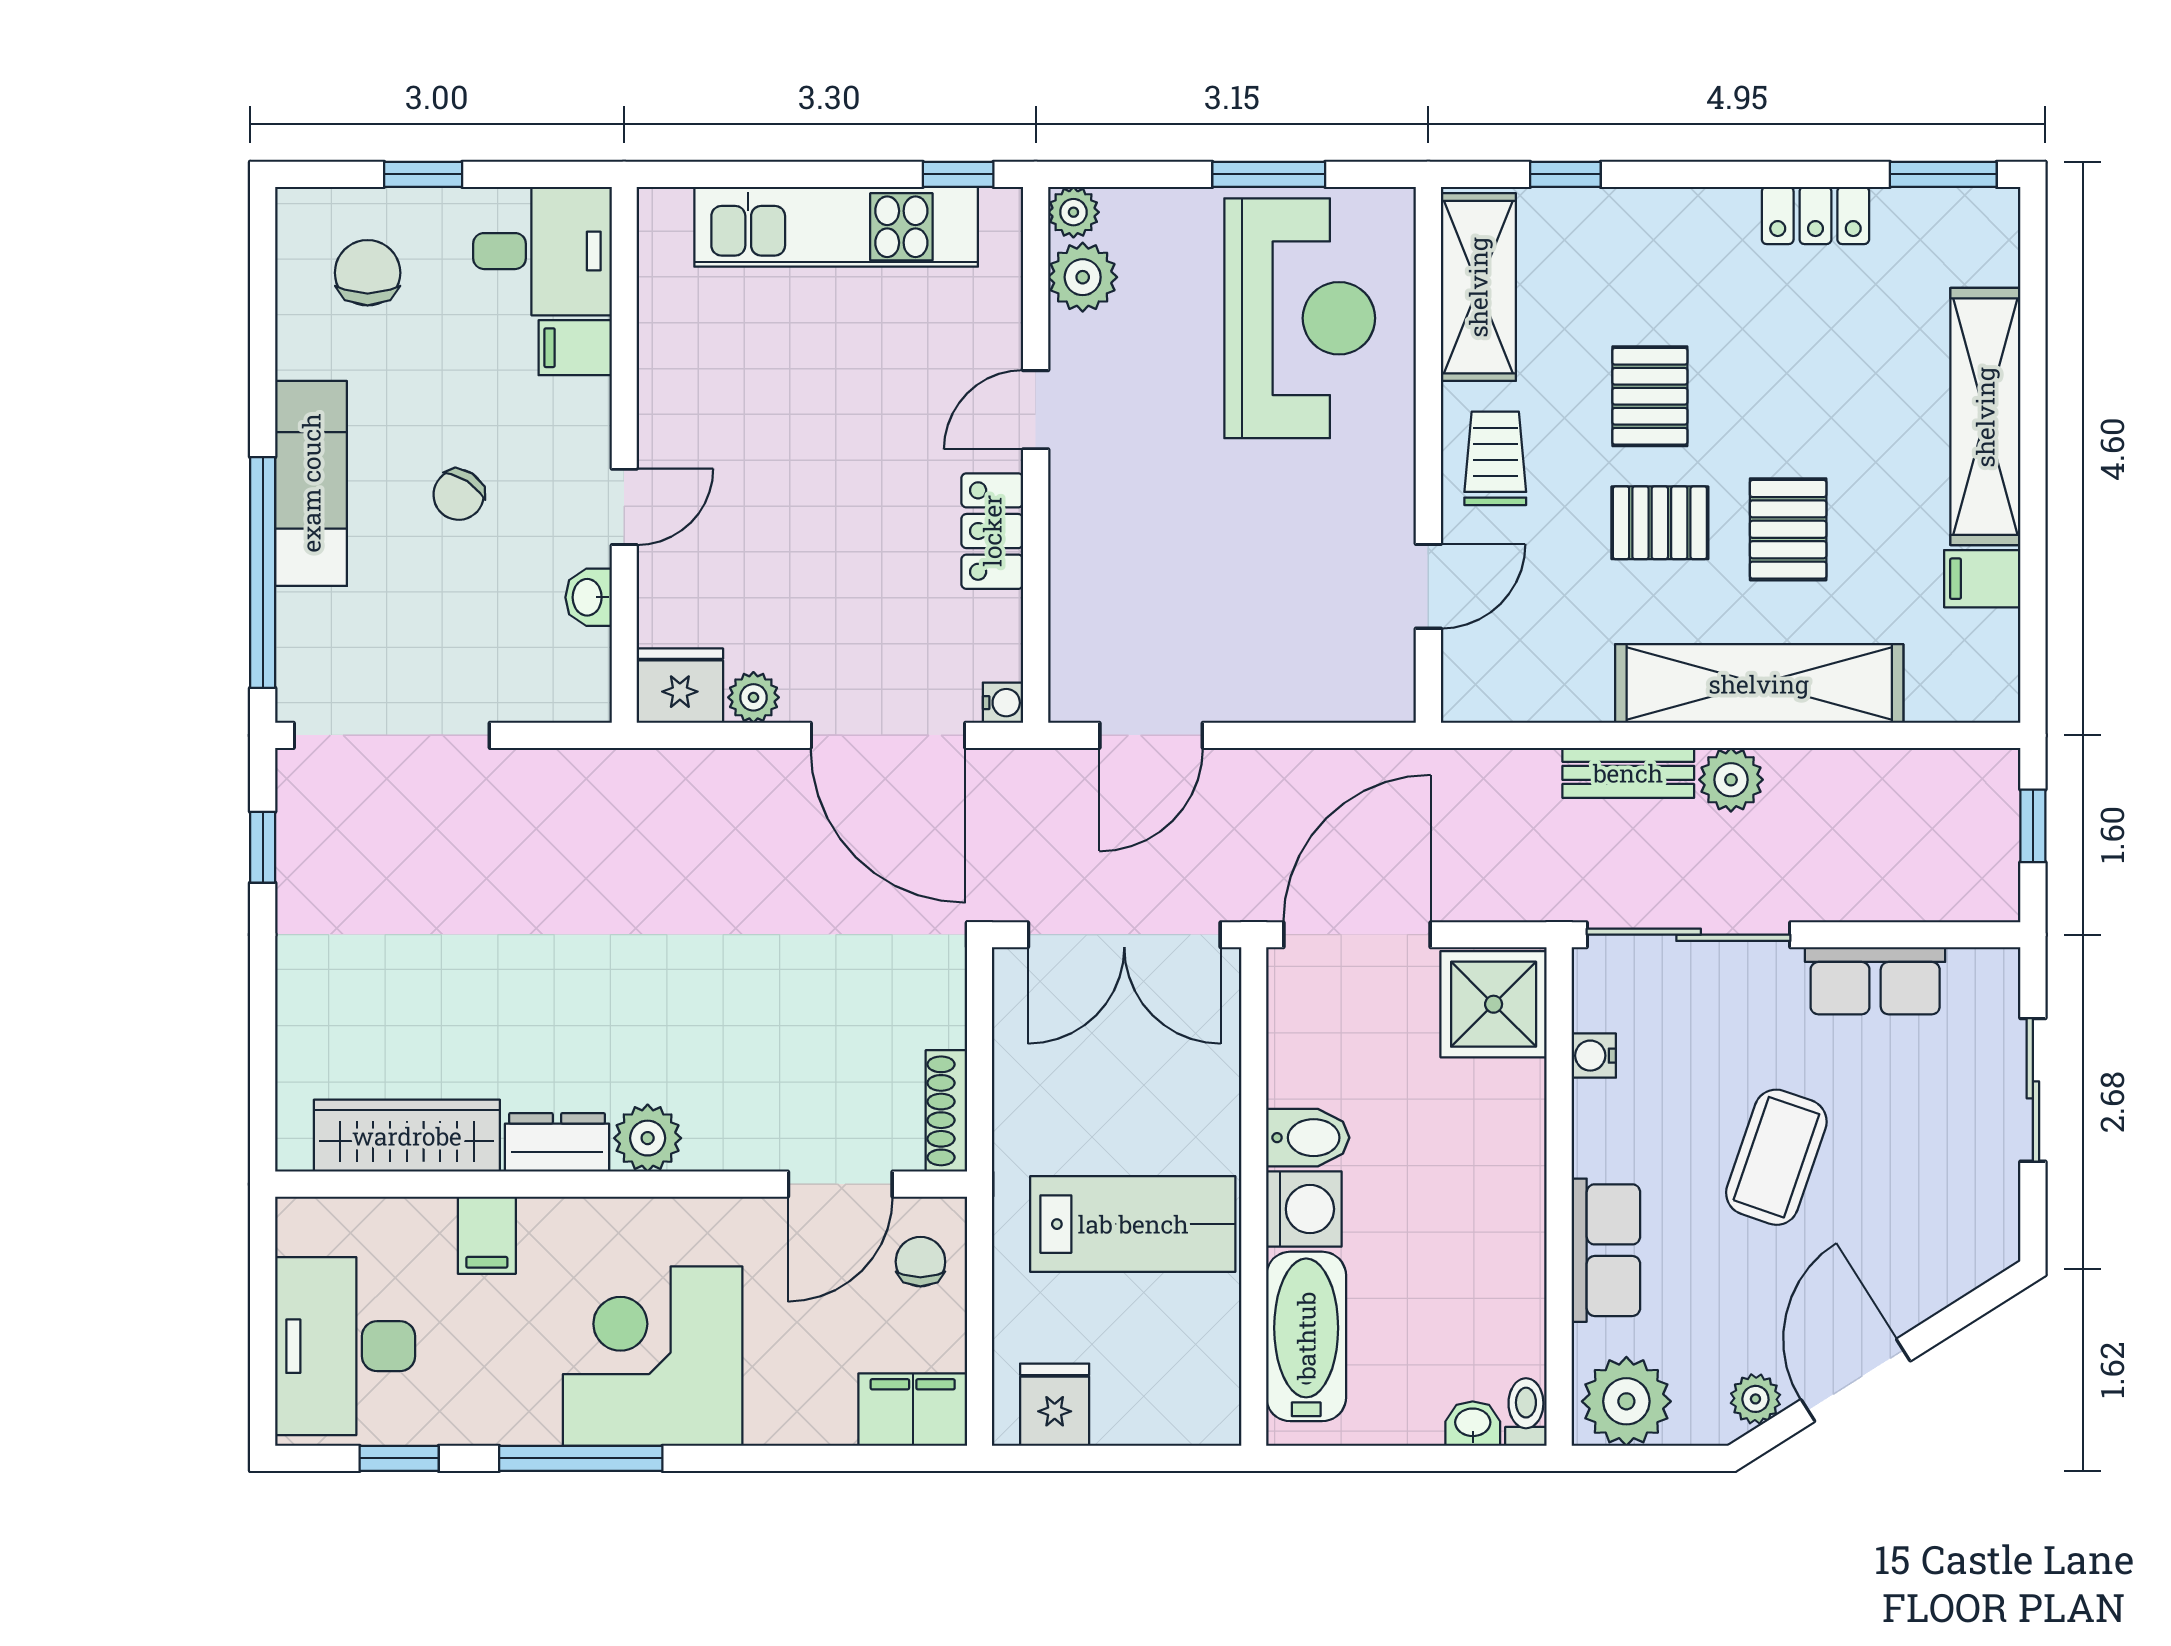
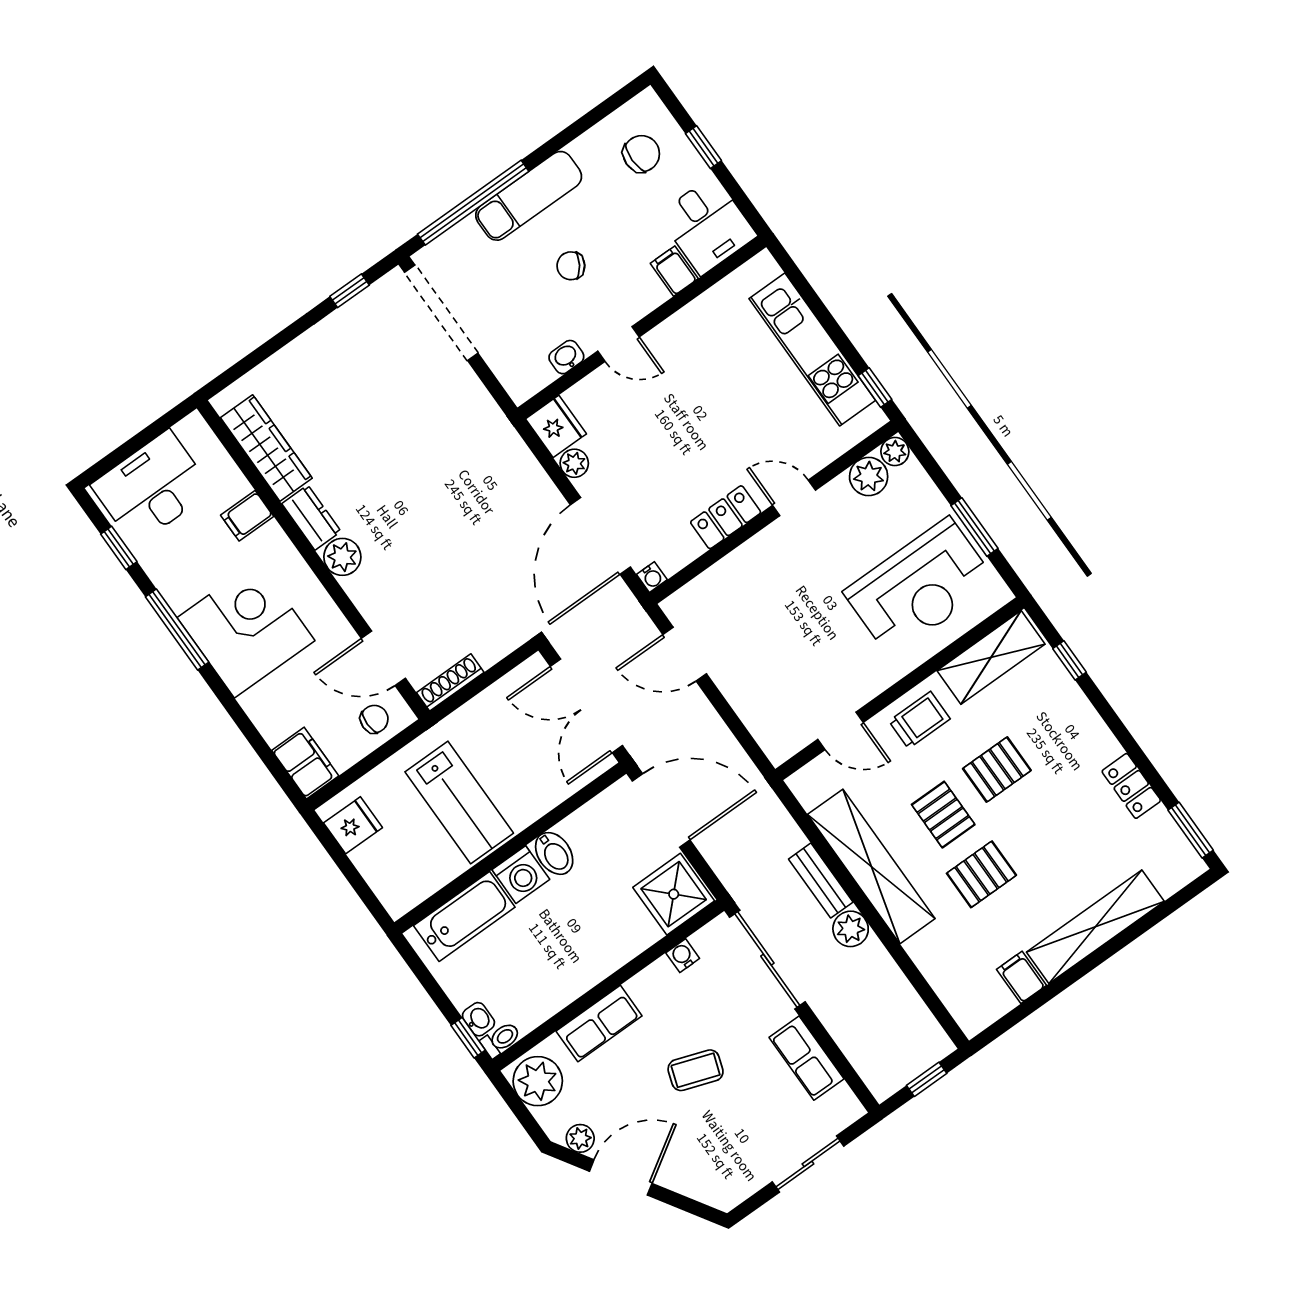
shelving: (1759, 684) -> (871, 866), moved
coffee table: (1776, 1157) -> (696, 1070), width x0.73, depth x0.77
window: (1489, 1458) -> (468, 1038), added

